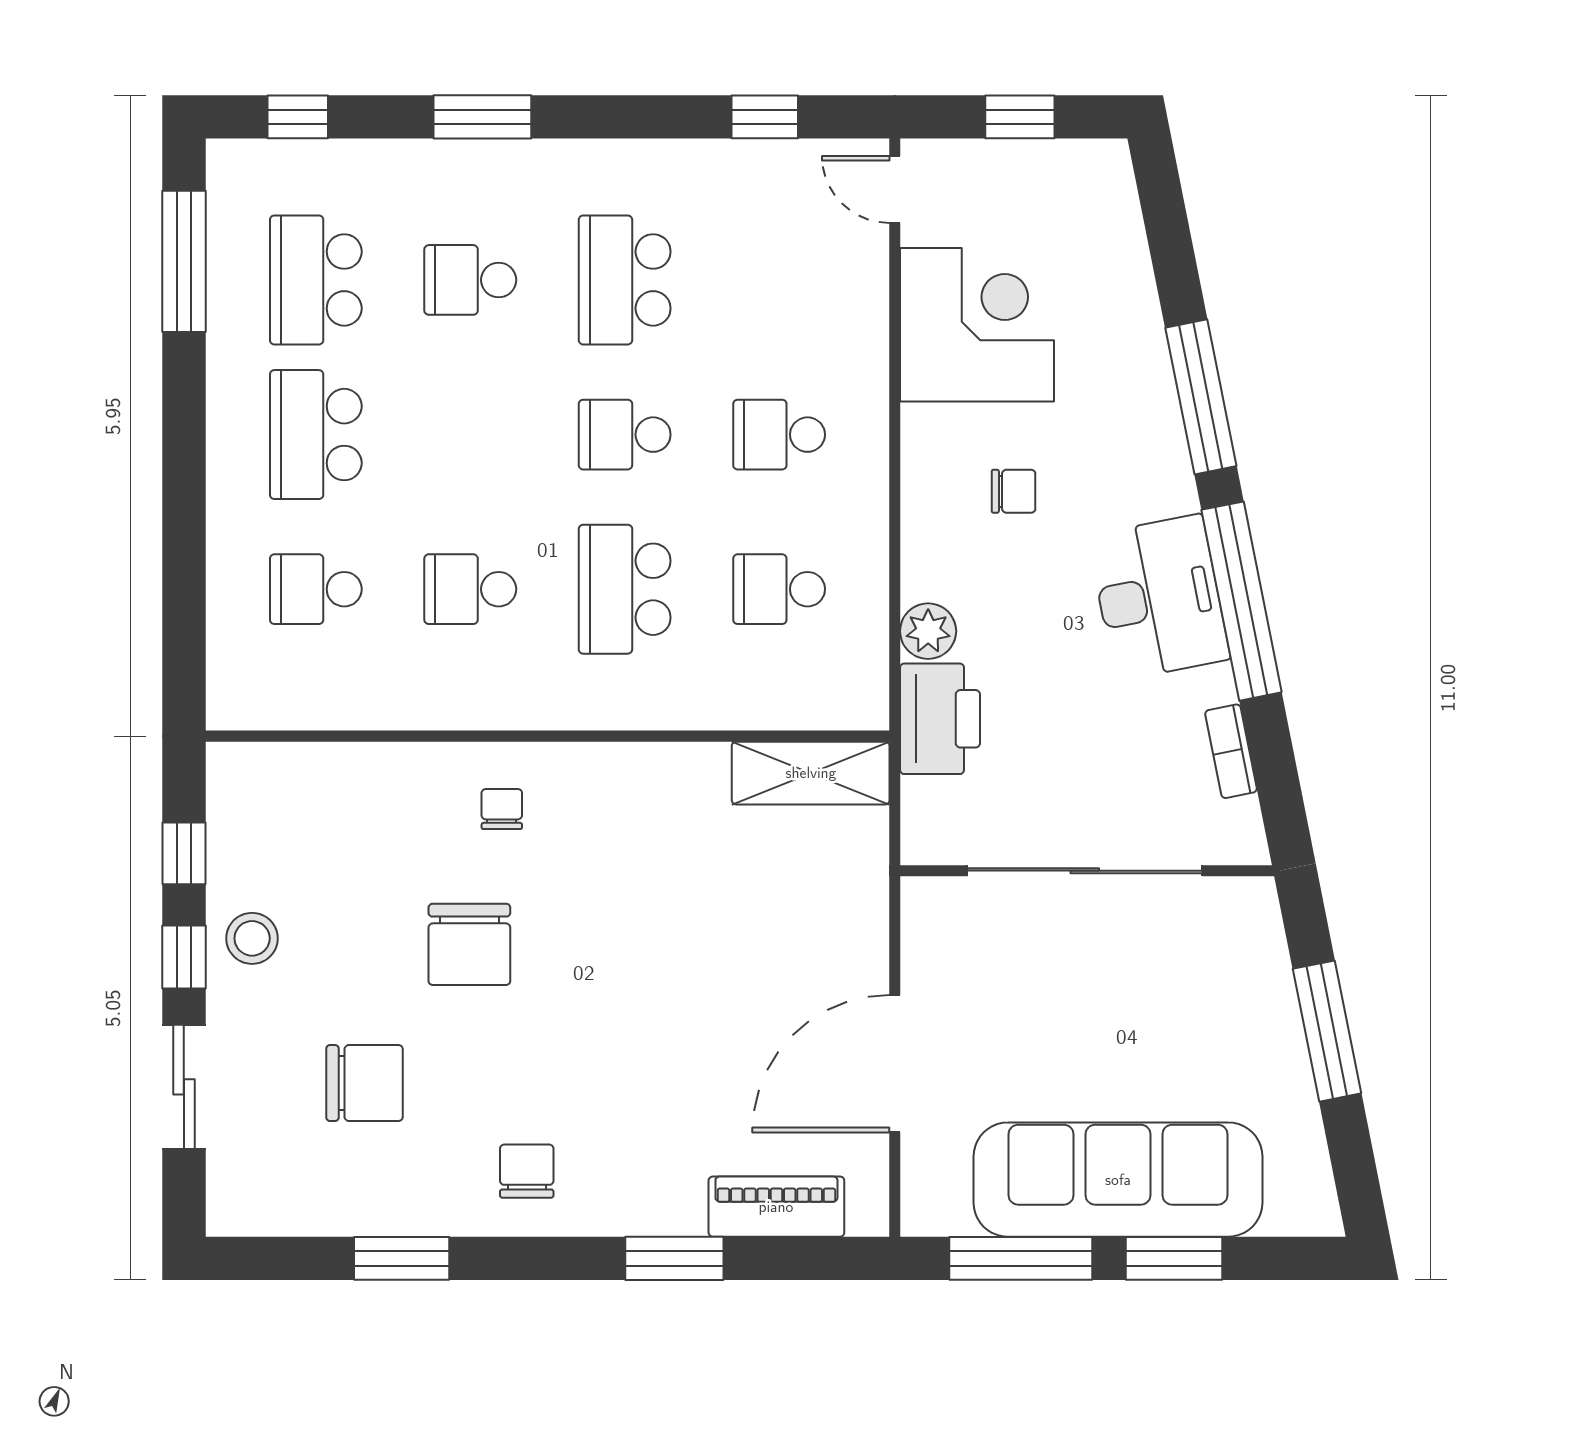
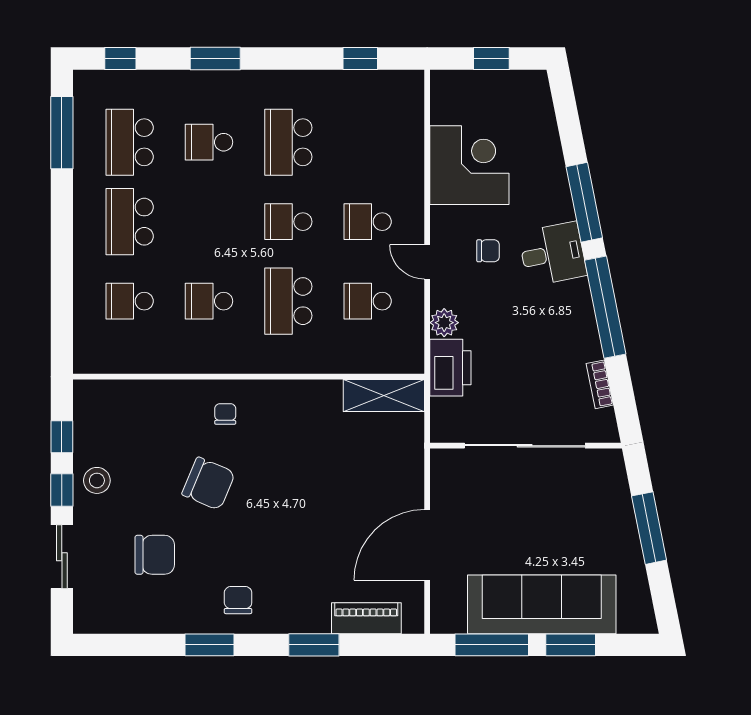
door: (895, 189) -> (427, 262), moved
desk: (1159, 597) -> (553, 254), moved, width x0.73
chair: (469, 944) -> (209, 484), turned -67
window: (402, 1258) -> (209, 645), moved

